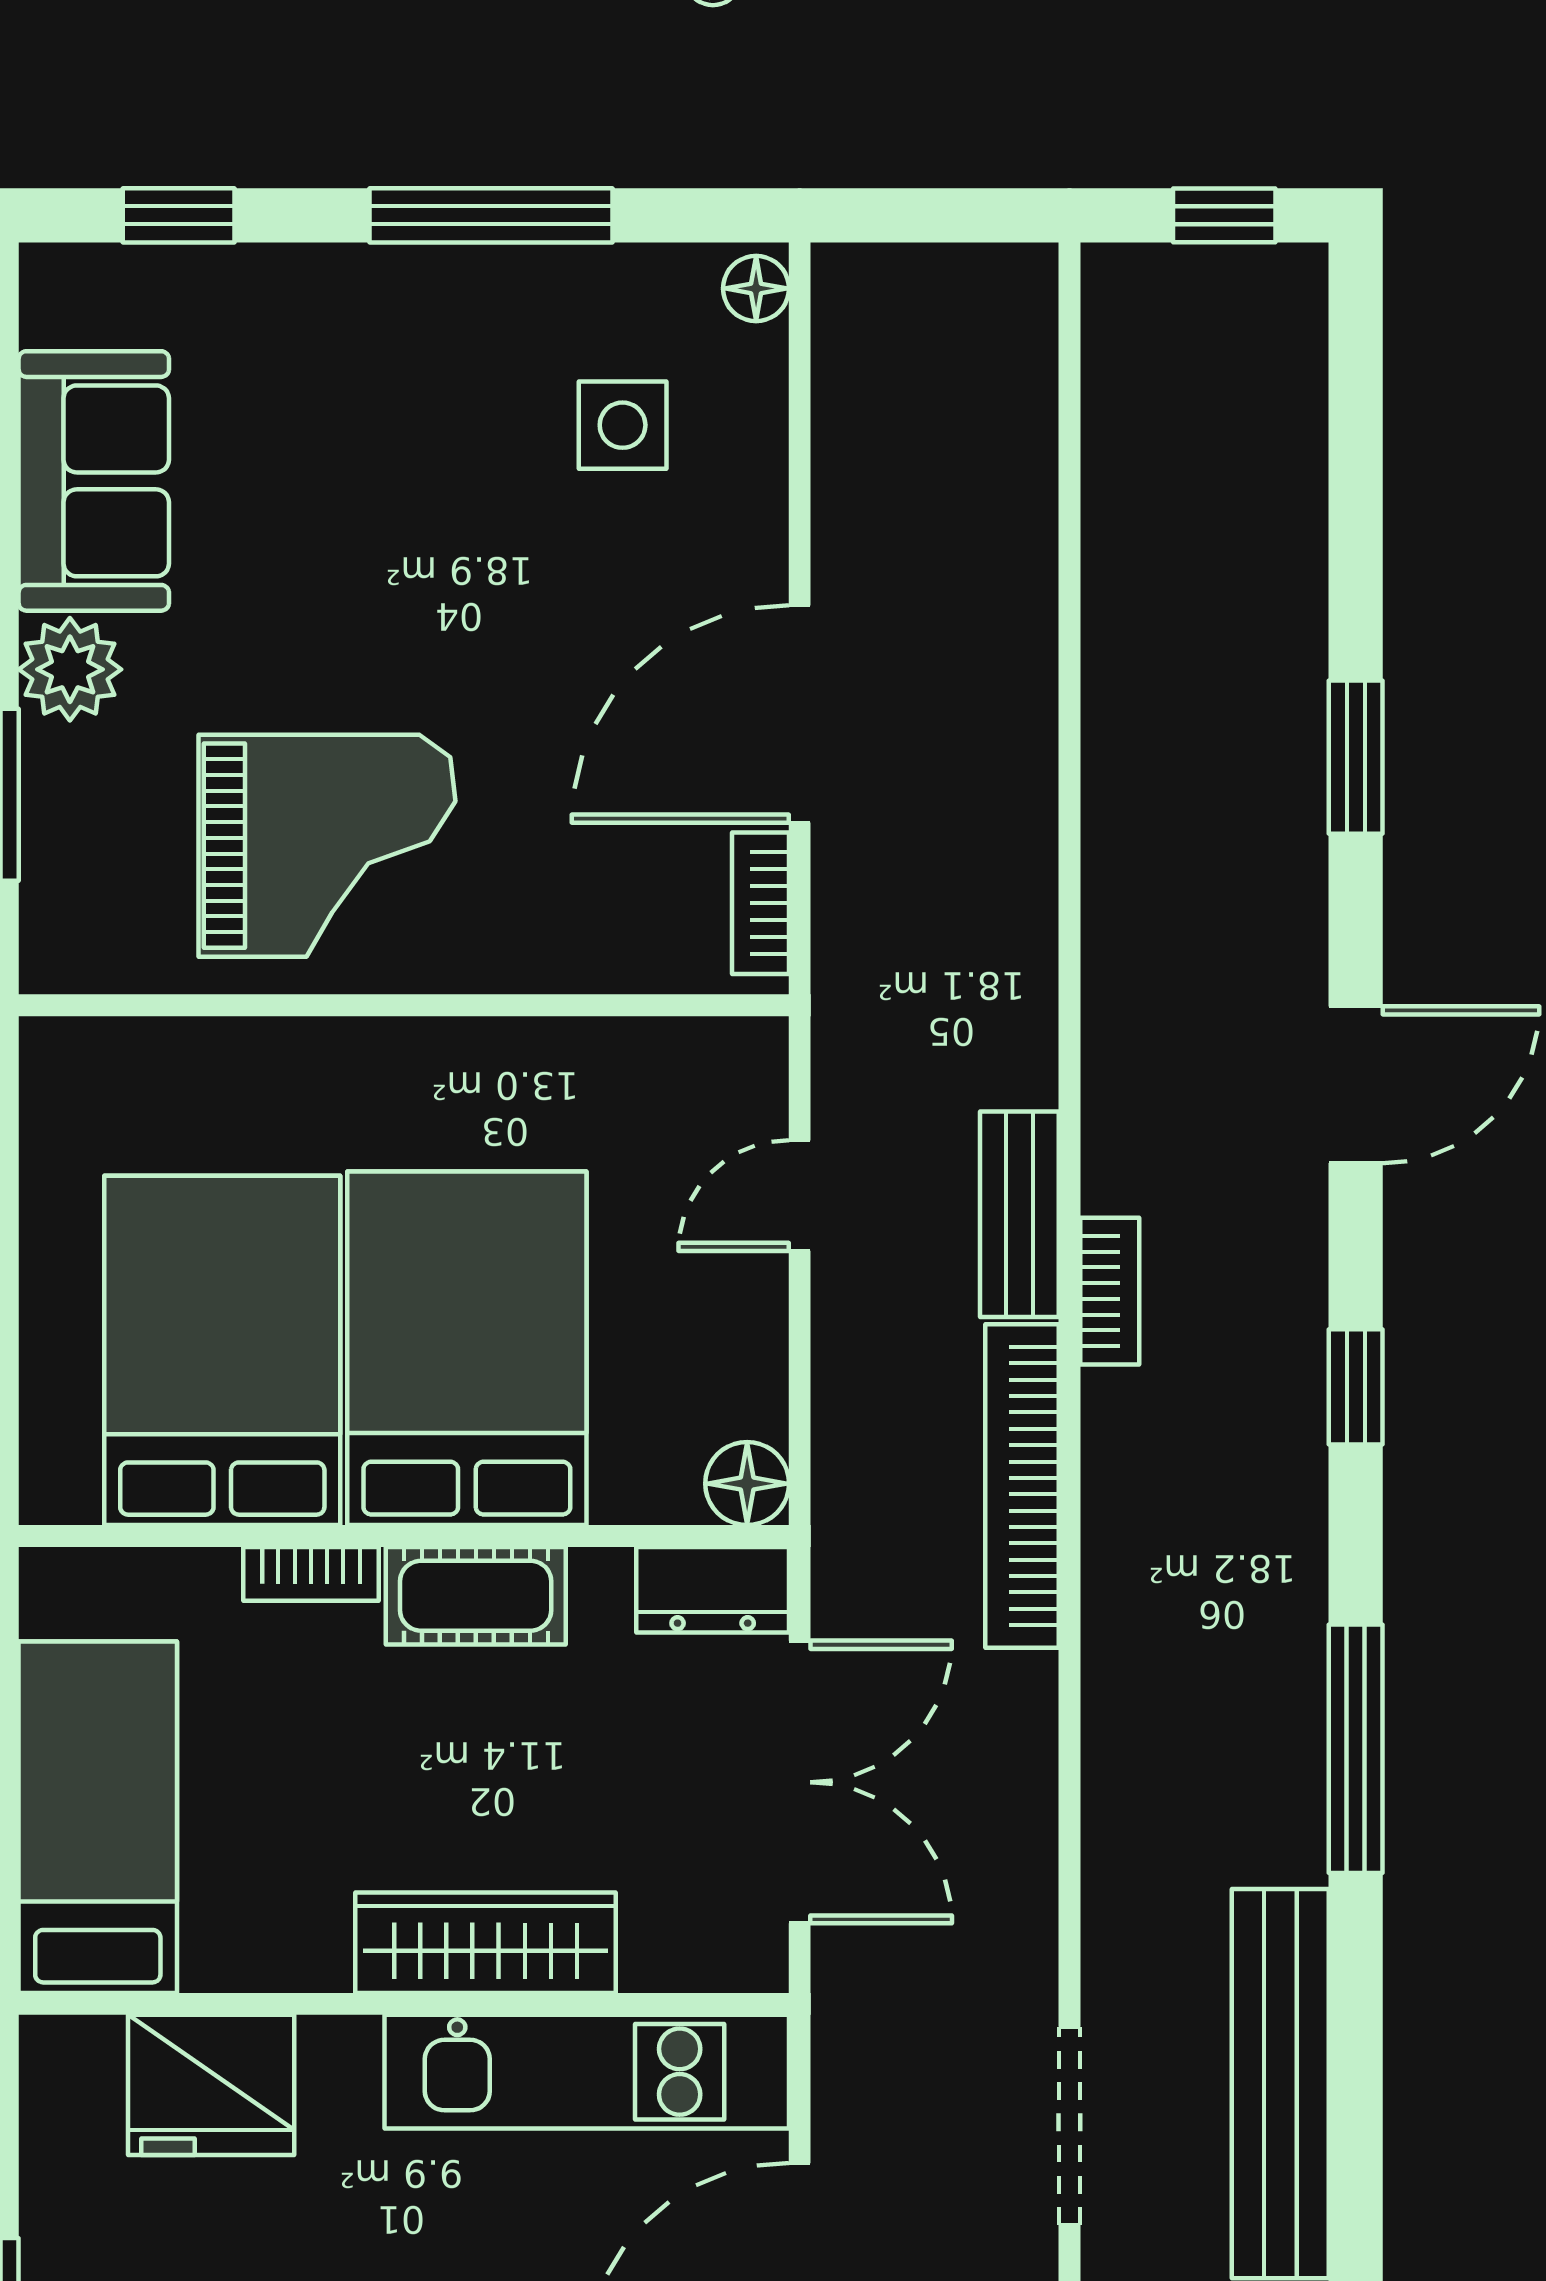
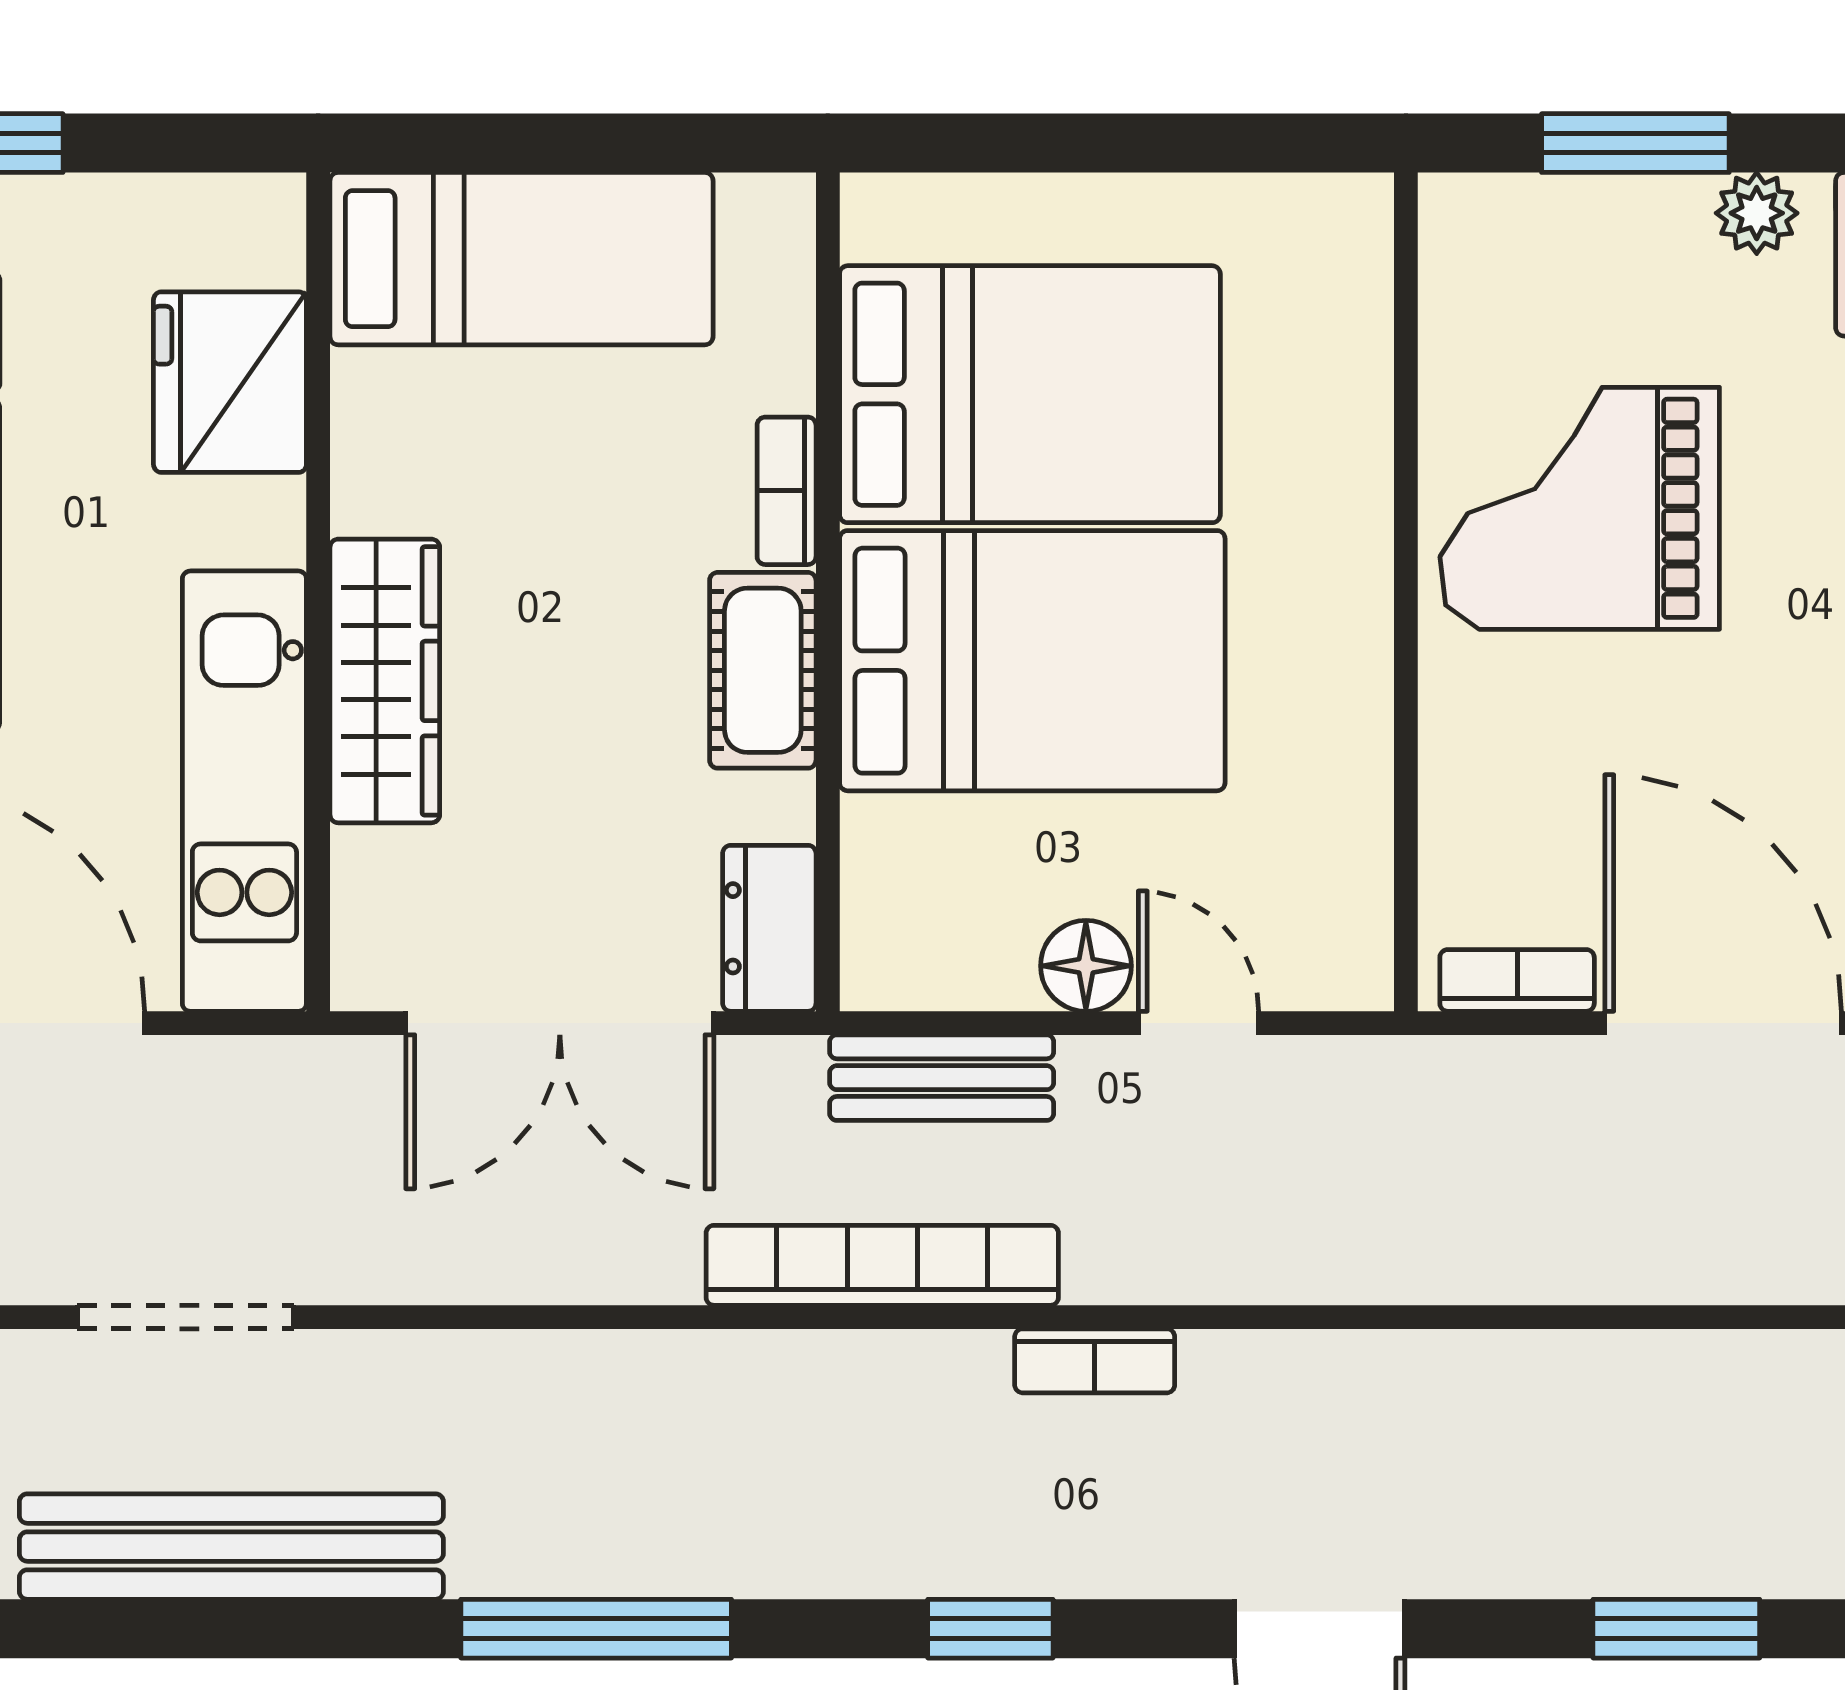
plant: (70, 669) -> (1757, 213), width x0.73, depth x0.73
grand piano: (327, 846) -> (1580, 508), turned 90
bench: (1019, 1214) -> (942, 1078), moved
floor lamp: (747, 1484) -> (1086, 966), moved

